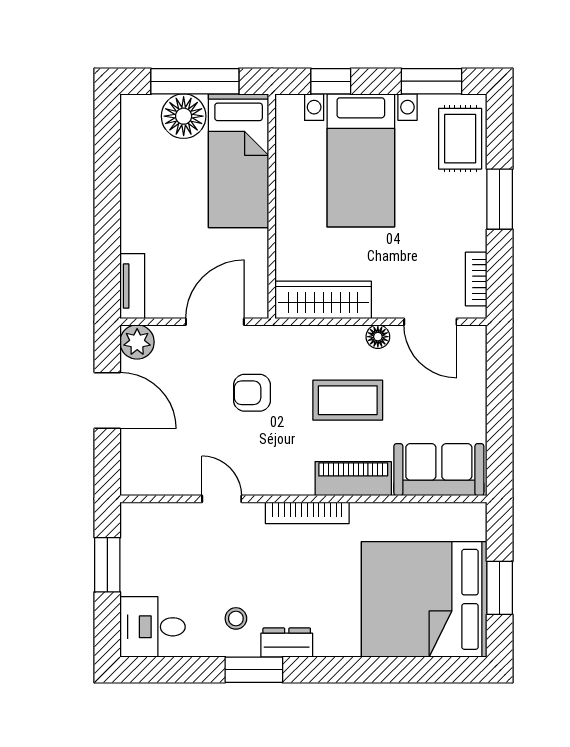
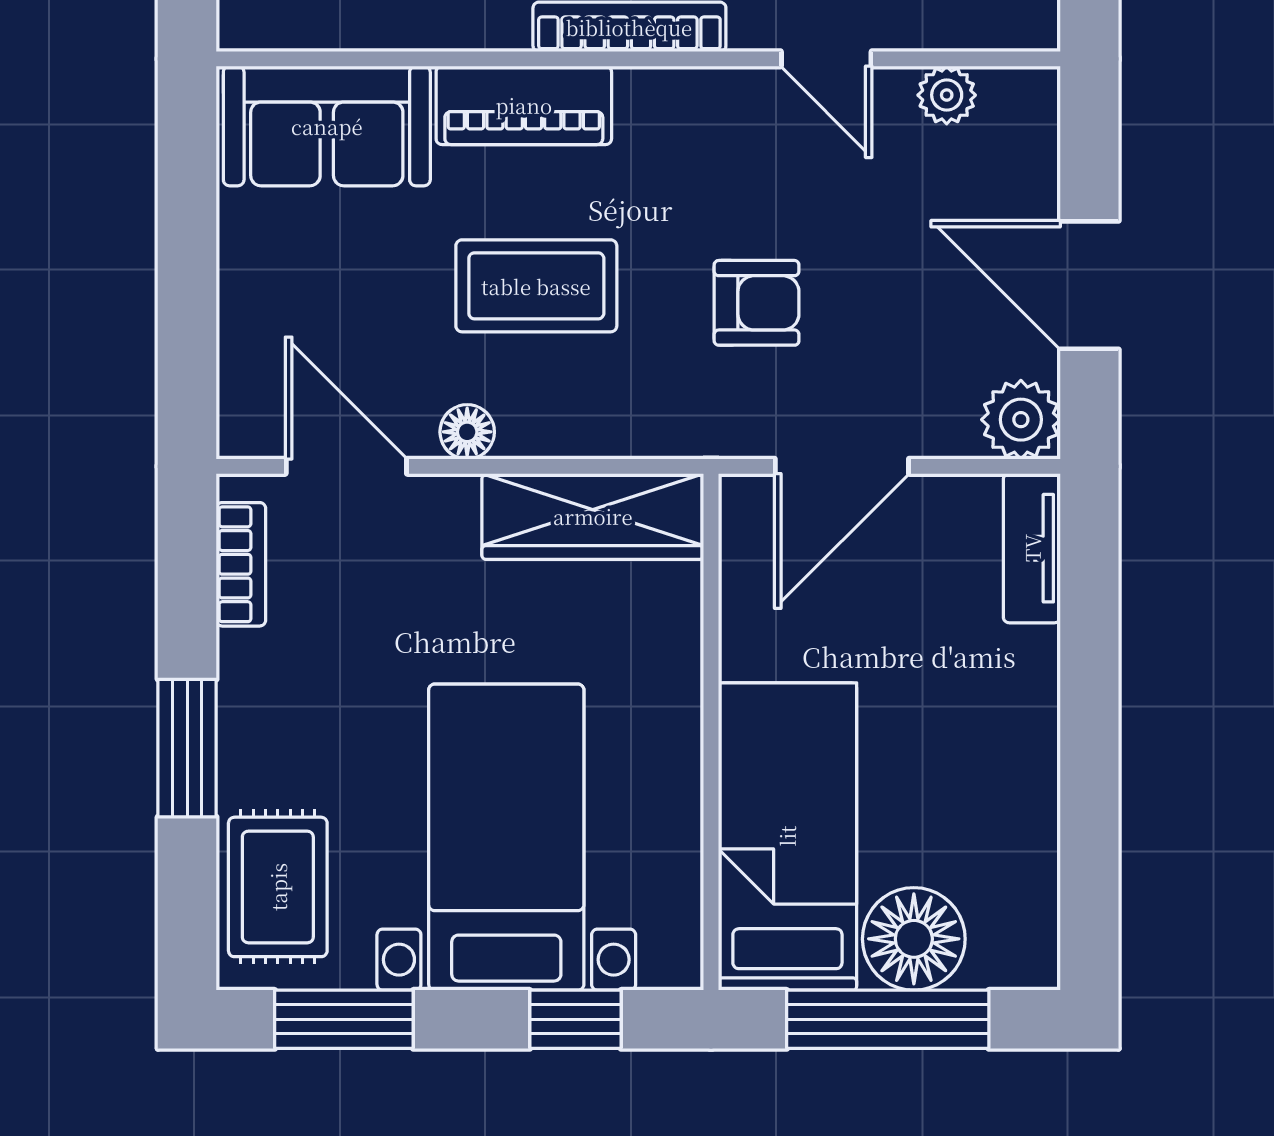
plant: (169, 483) -> (947, 95), added

